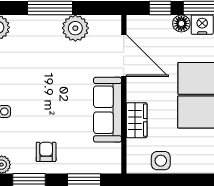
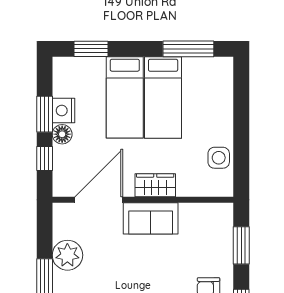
sofa: (108, 110) -> (151, 218), width x0.73
wardrobe: (137, 120) -> (155, 185), moved

